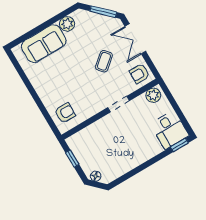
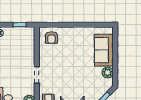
coffee table: (104, 61) -> (70, 82), removed

